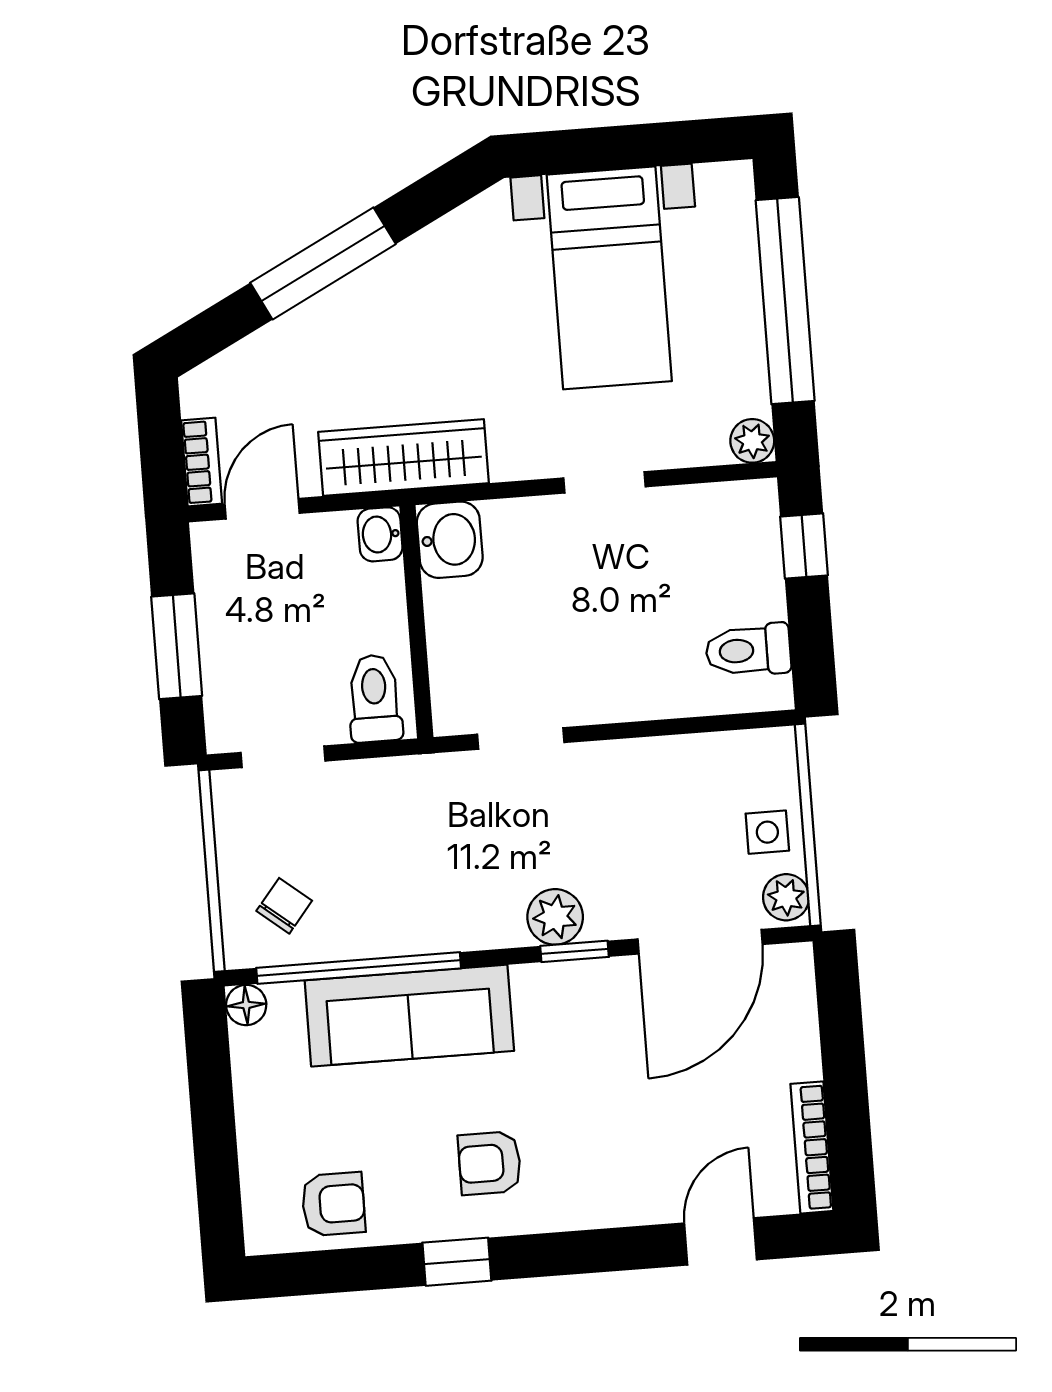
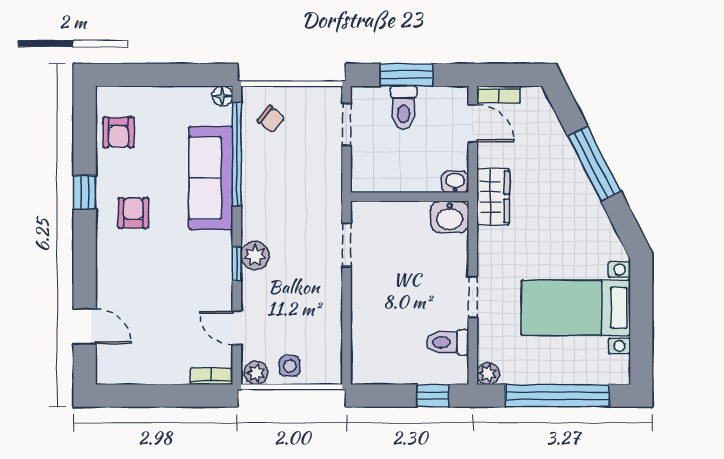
wardrobe: (403, 457) -> (493, 197), width x0.67
toilet: (748, 650) -> (447, 342), moved, turned -90
toilet: (375, 698) -> (404, 108), moved, turned 90
door: (700, 942) -> (237, 328), width x0.53
bookcase: (812, 1147) -> (212, 376), moved, width x0.64

